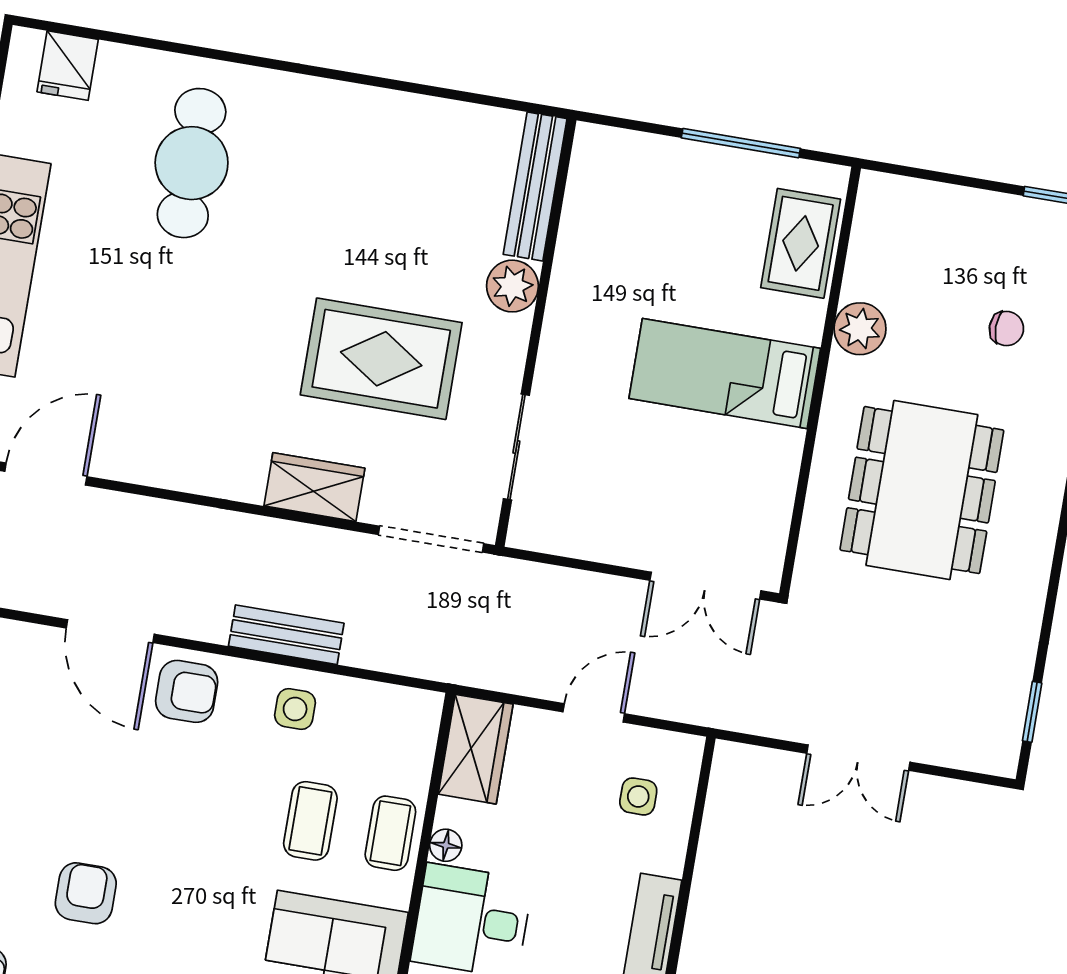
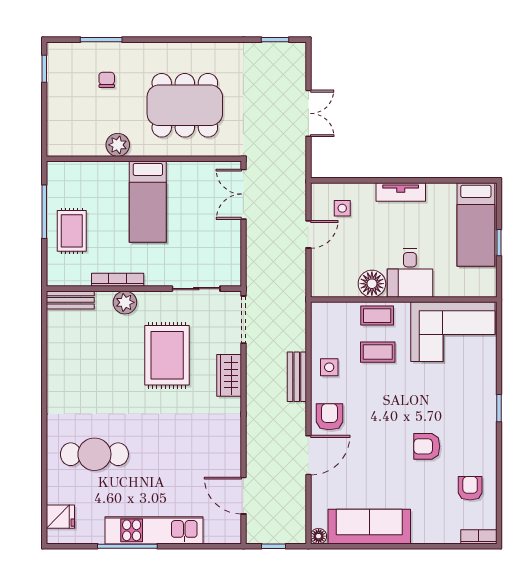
bench: (535, 186) -> (70, 300), width x0.73
rug: (801, 243) -> (72, 231), moved, turned 90
bookcase: (565, 278) -> (118, 280), added
double door: (705, 586) -> (243, 194), swing flipped
door: (594, 713) -> (308, 234), swing flipped
wardrobe: (476, 749) -> (333, 284), removed
floor lamp: (446, 845) -> (372, 284), width x1.89, depth x1.89

